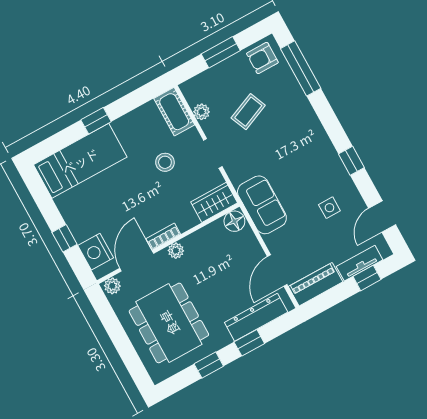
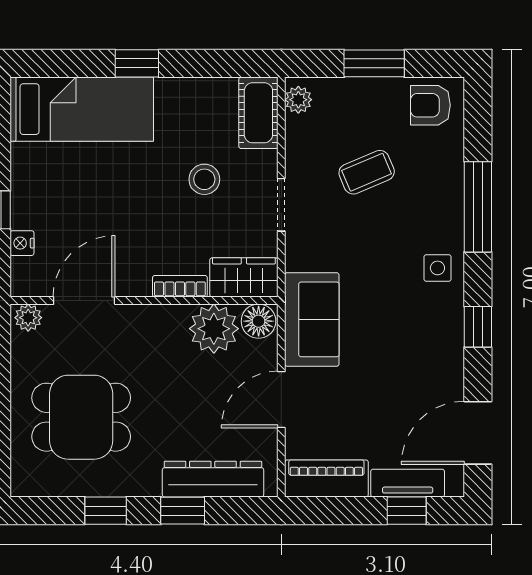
window: (301, 68) -> (478, 207), moved
plant: (202, 112) -> (298, 100), moved
side table: (329, 208) -> (437, 268), moved
door: (382, 217) -> (478, 433), width x1.38
bookcase: (163, 236) -> (180, 286), moved
plant: (176, 251) -> (214, 329), moved, width x1.87, depth x1.87
nightstand: (96, 252) -> (22, 243), width x0.53, depth x0.56
door: (277, 271) -> (281, 400), moved
dining table: (169, 323) -> (81, 417), width x0.73

